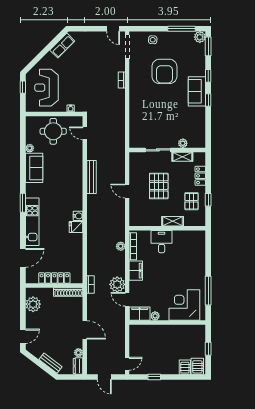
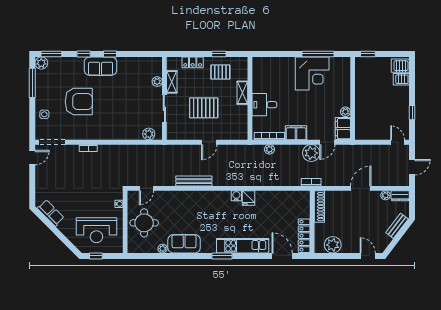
plant: (135, 136) -> (149, 134), added
locker: (54, 278) -> (304, 236), moved
corner desk: (184, 305) -> (312, 74), moved, turned -90
window: (208, 349) -> (368, 54), moved

